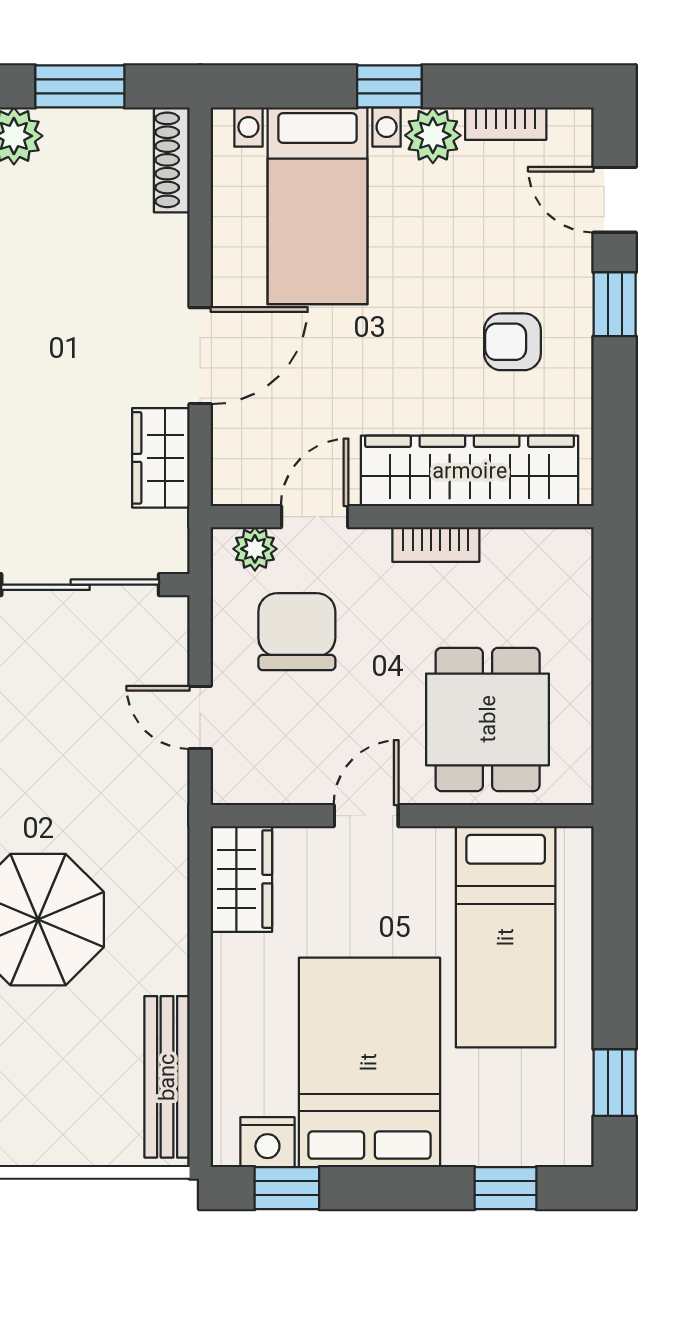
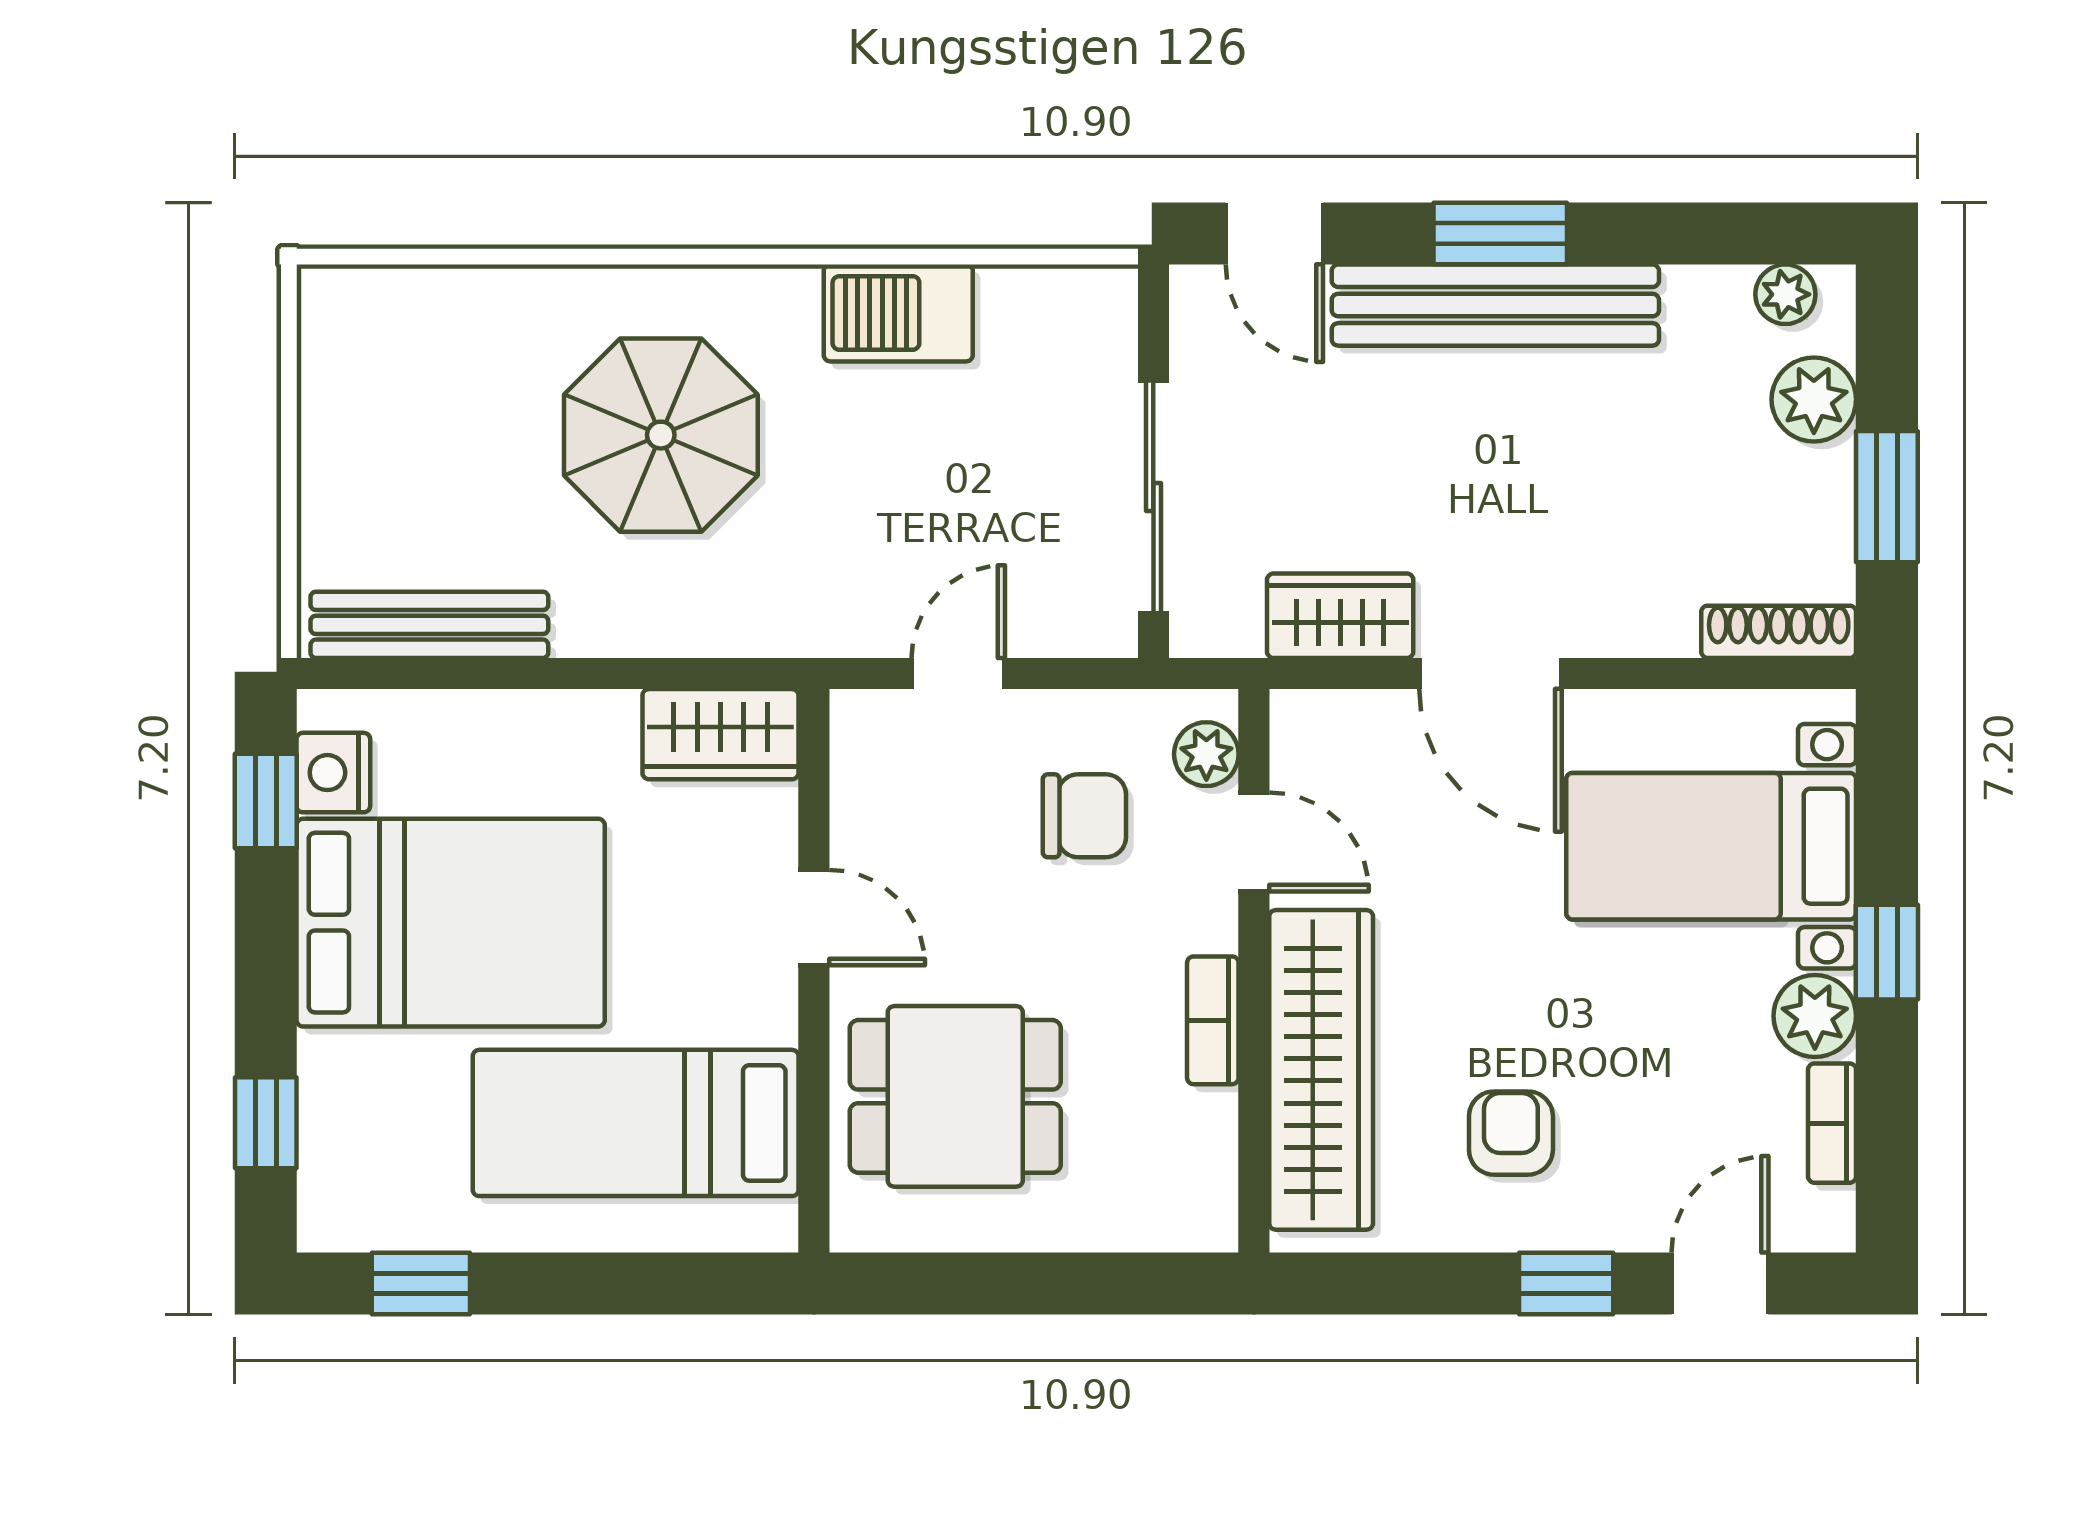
chair: (297, 632) -> (1084, 816), width x0.73, depth x0.73

